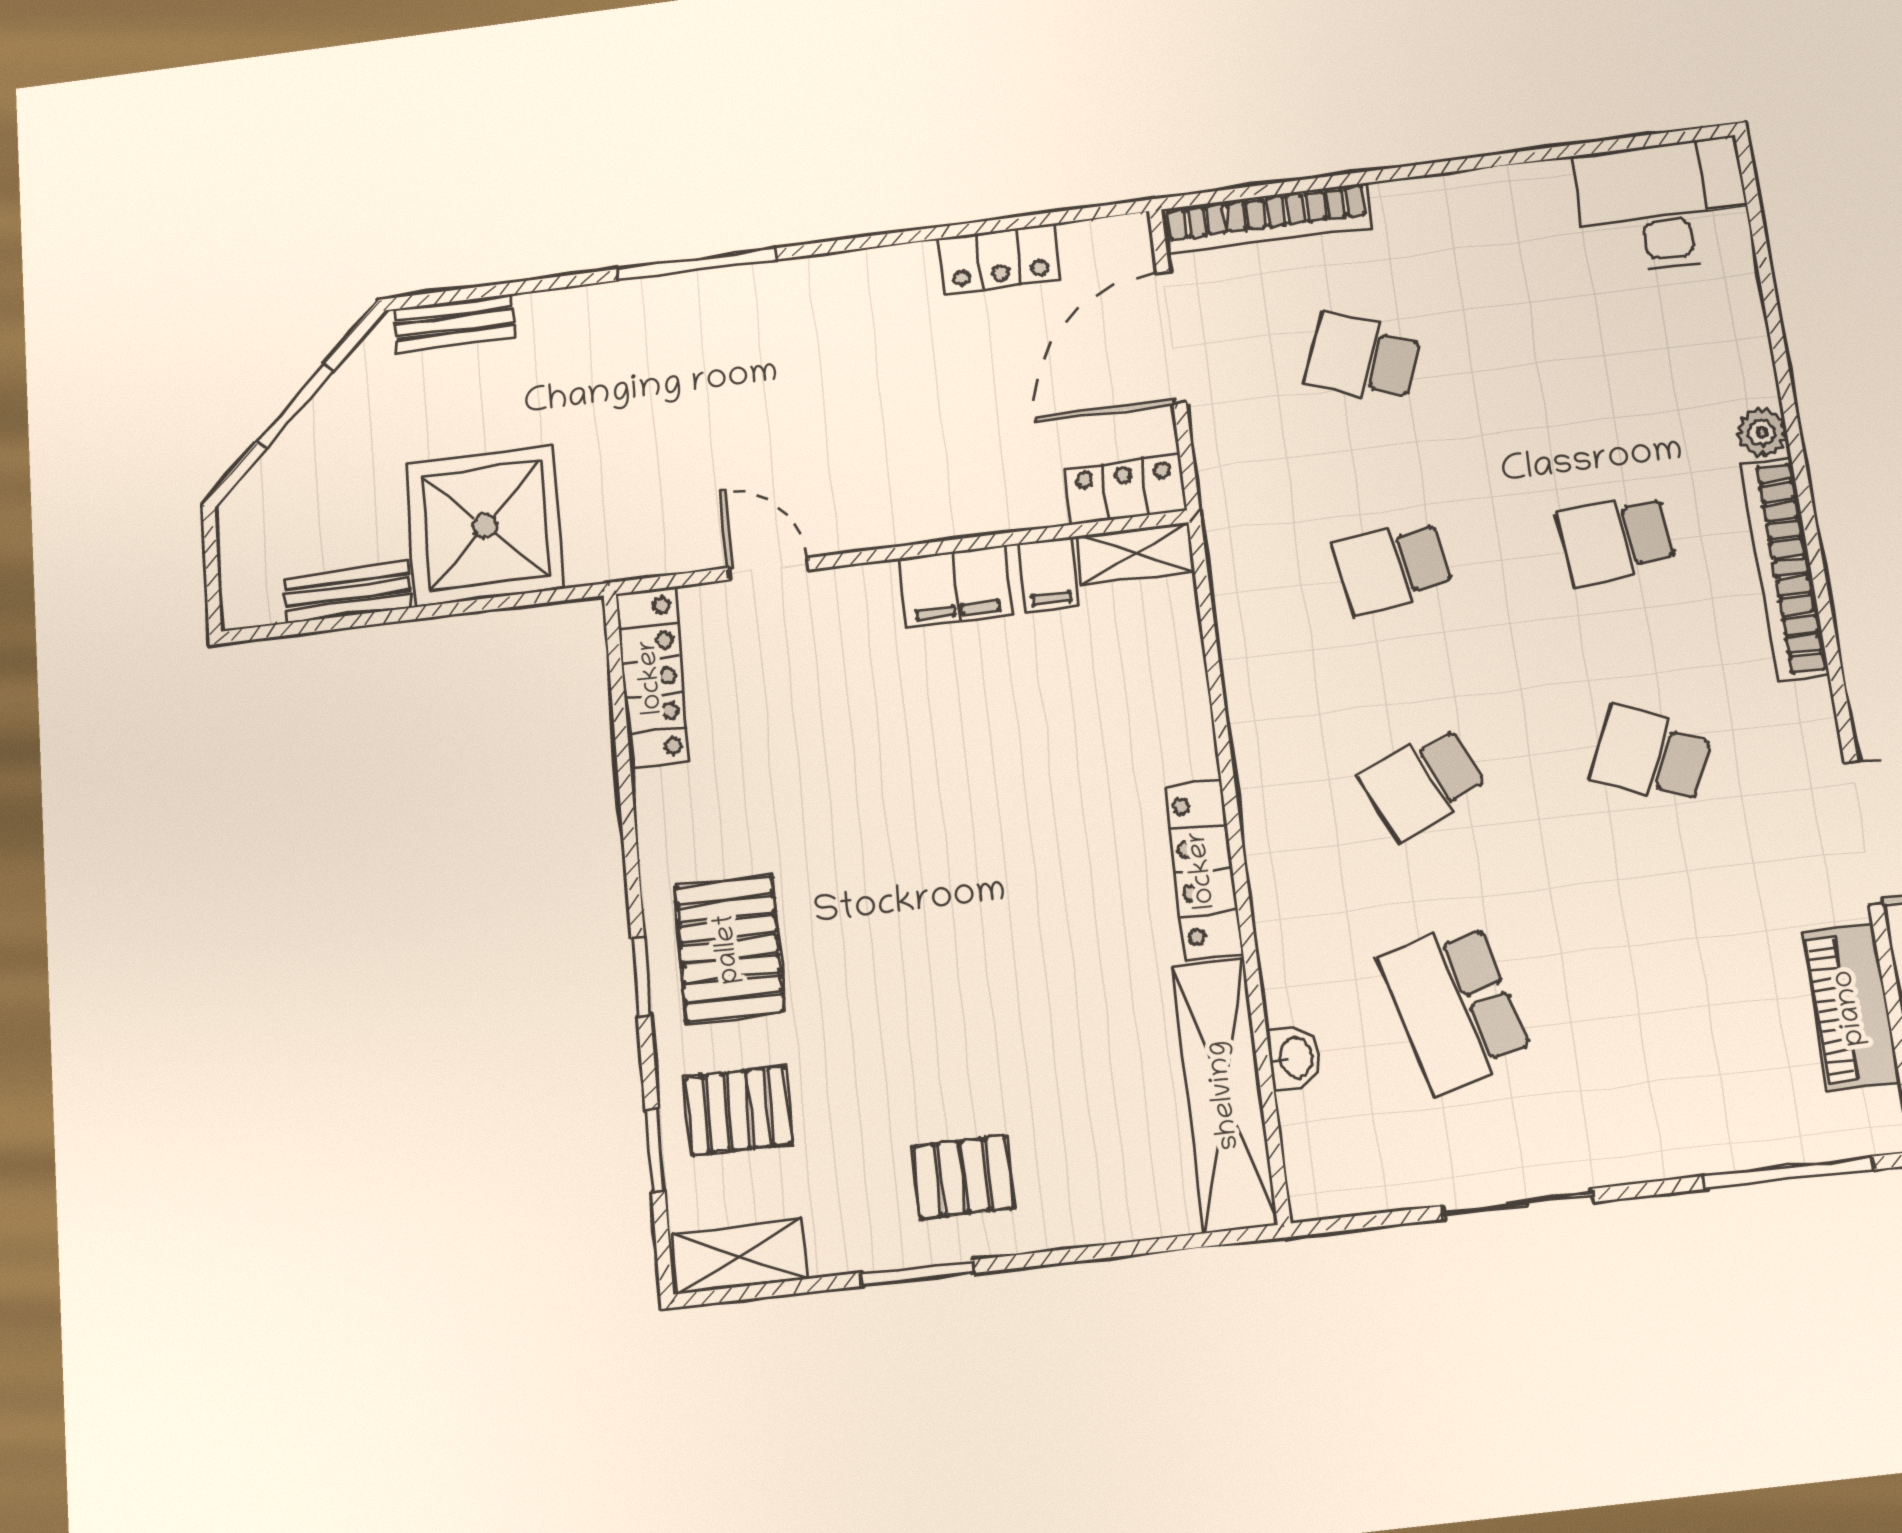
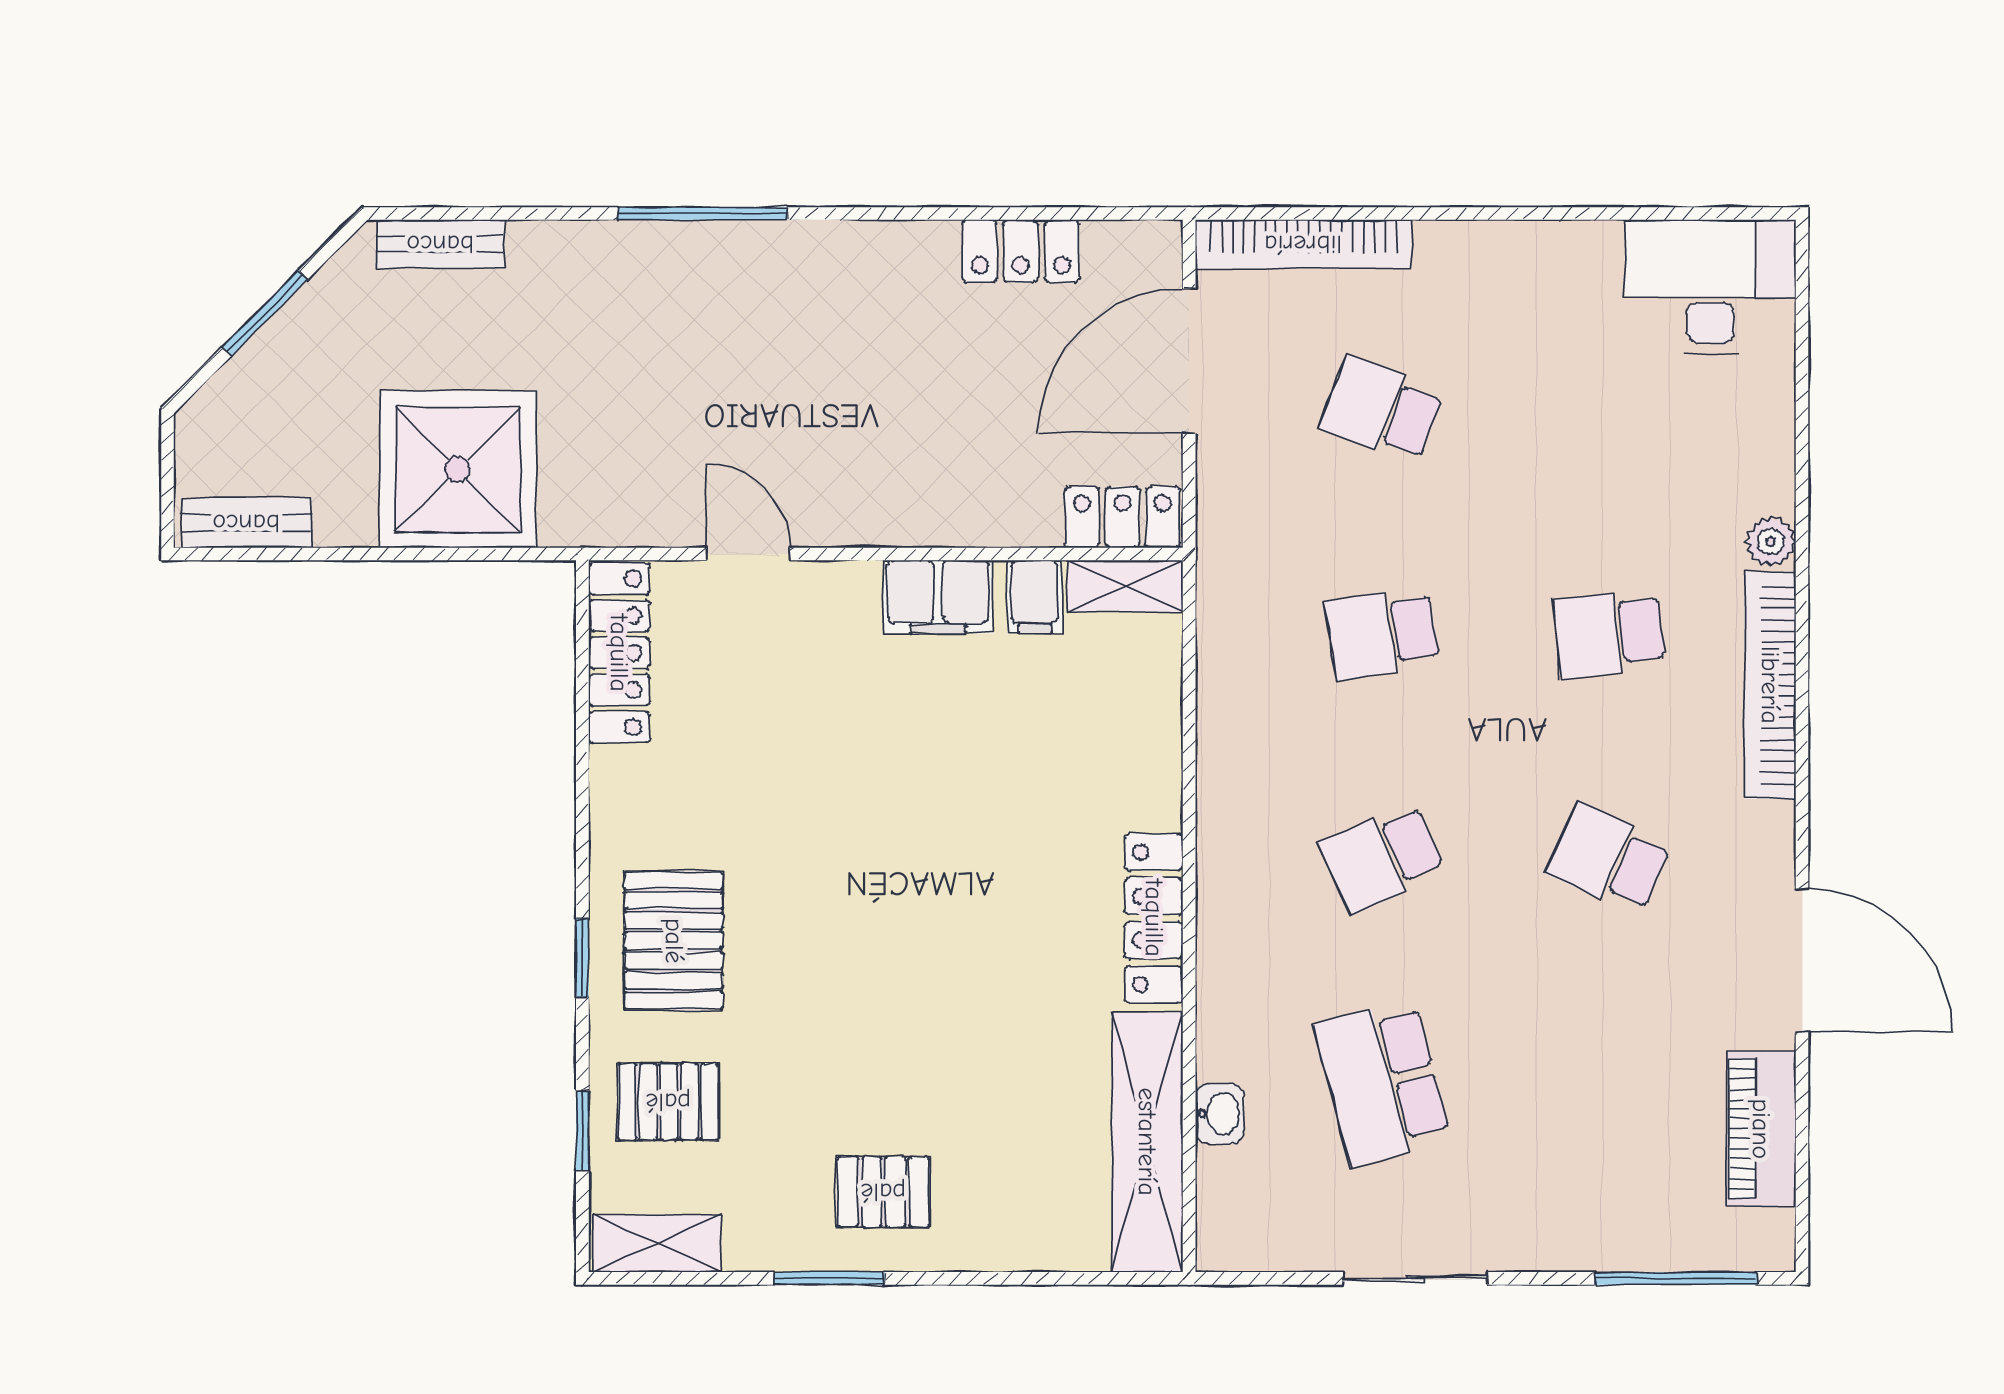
bench: (348, 593) -> (246, 523), moved

